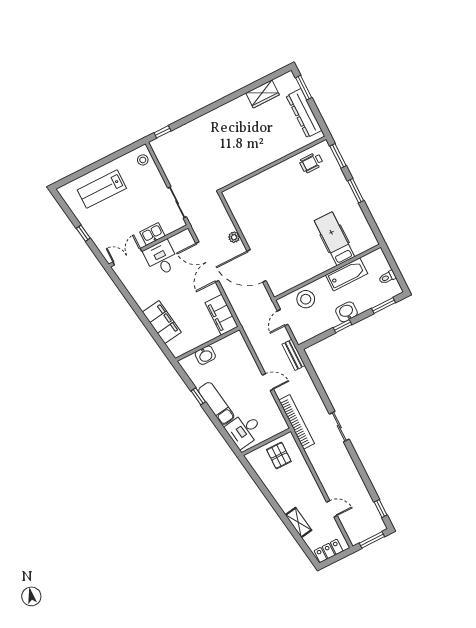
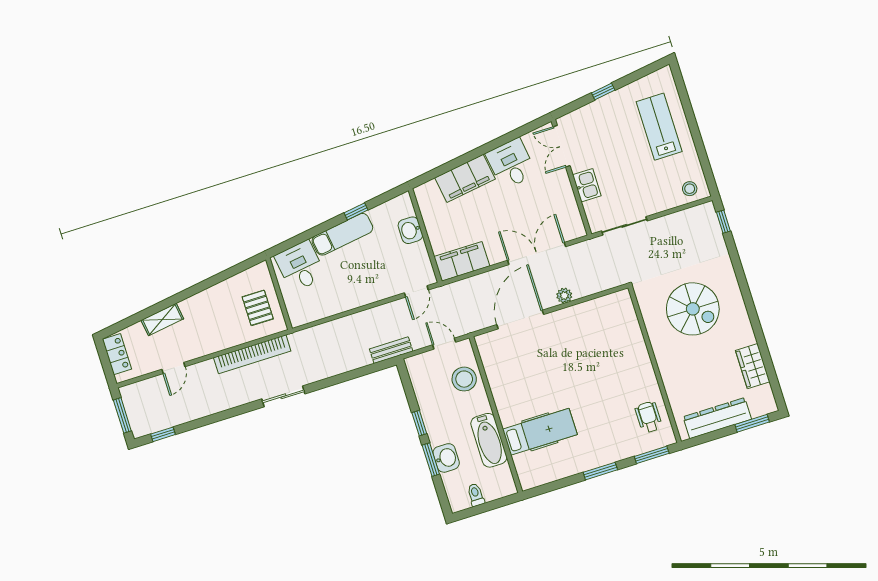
spiral stairs: (229, 144) -> (693, 309), added
double door: (127, 257) -> (561, 146), swing flipped
desk: (161, 258) -> (511, 164), moved, turned -98
window: (384, 305) -> (431, 460), moved
washbasin: (347, 312) -> (446, 458), moved
door: (268, 382) -> (416, 291), moved
bookcase: (297, 422) -> (252, 354), moved
pallet: (279, 455) -> (258, 308), turned 90

